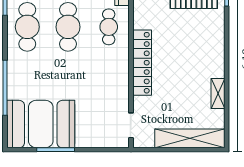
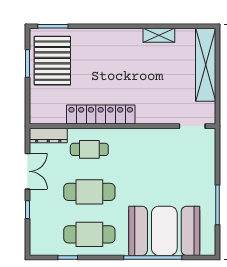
locker: (142, 63) -> (101, 115), moved
booth: (41, 124) -> (164, 231), moved, turned 90

